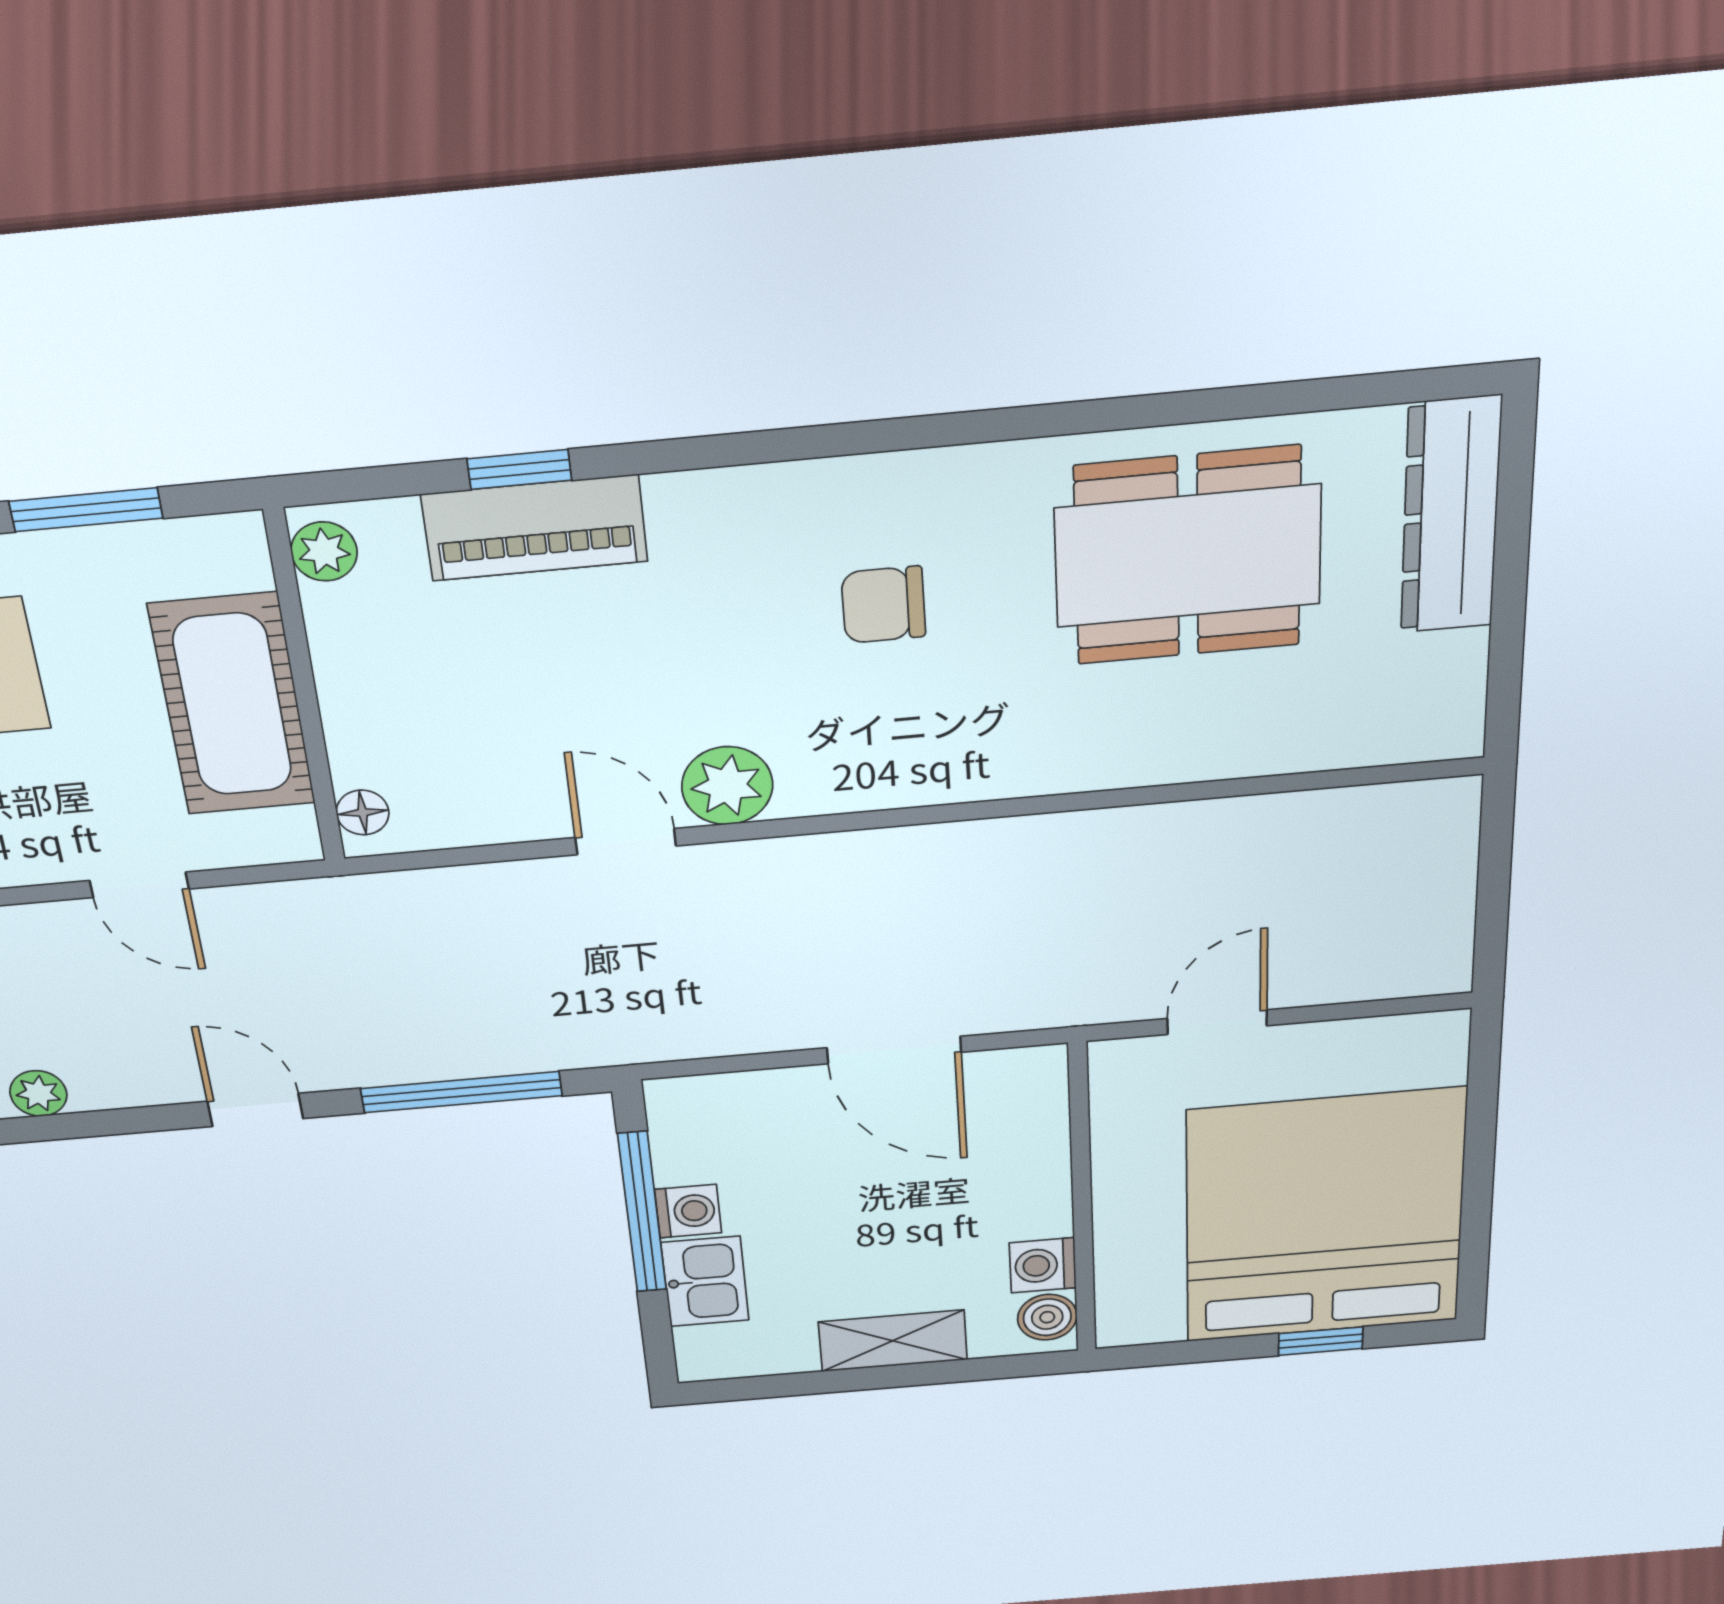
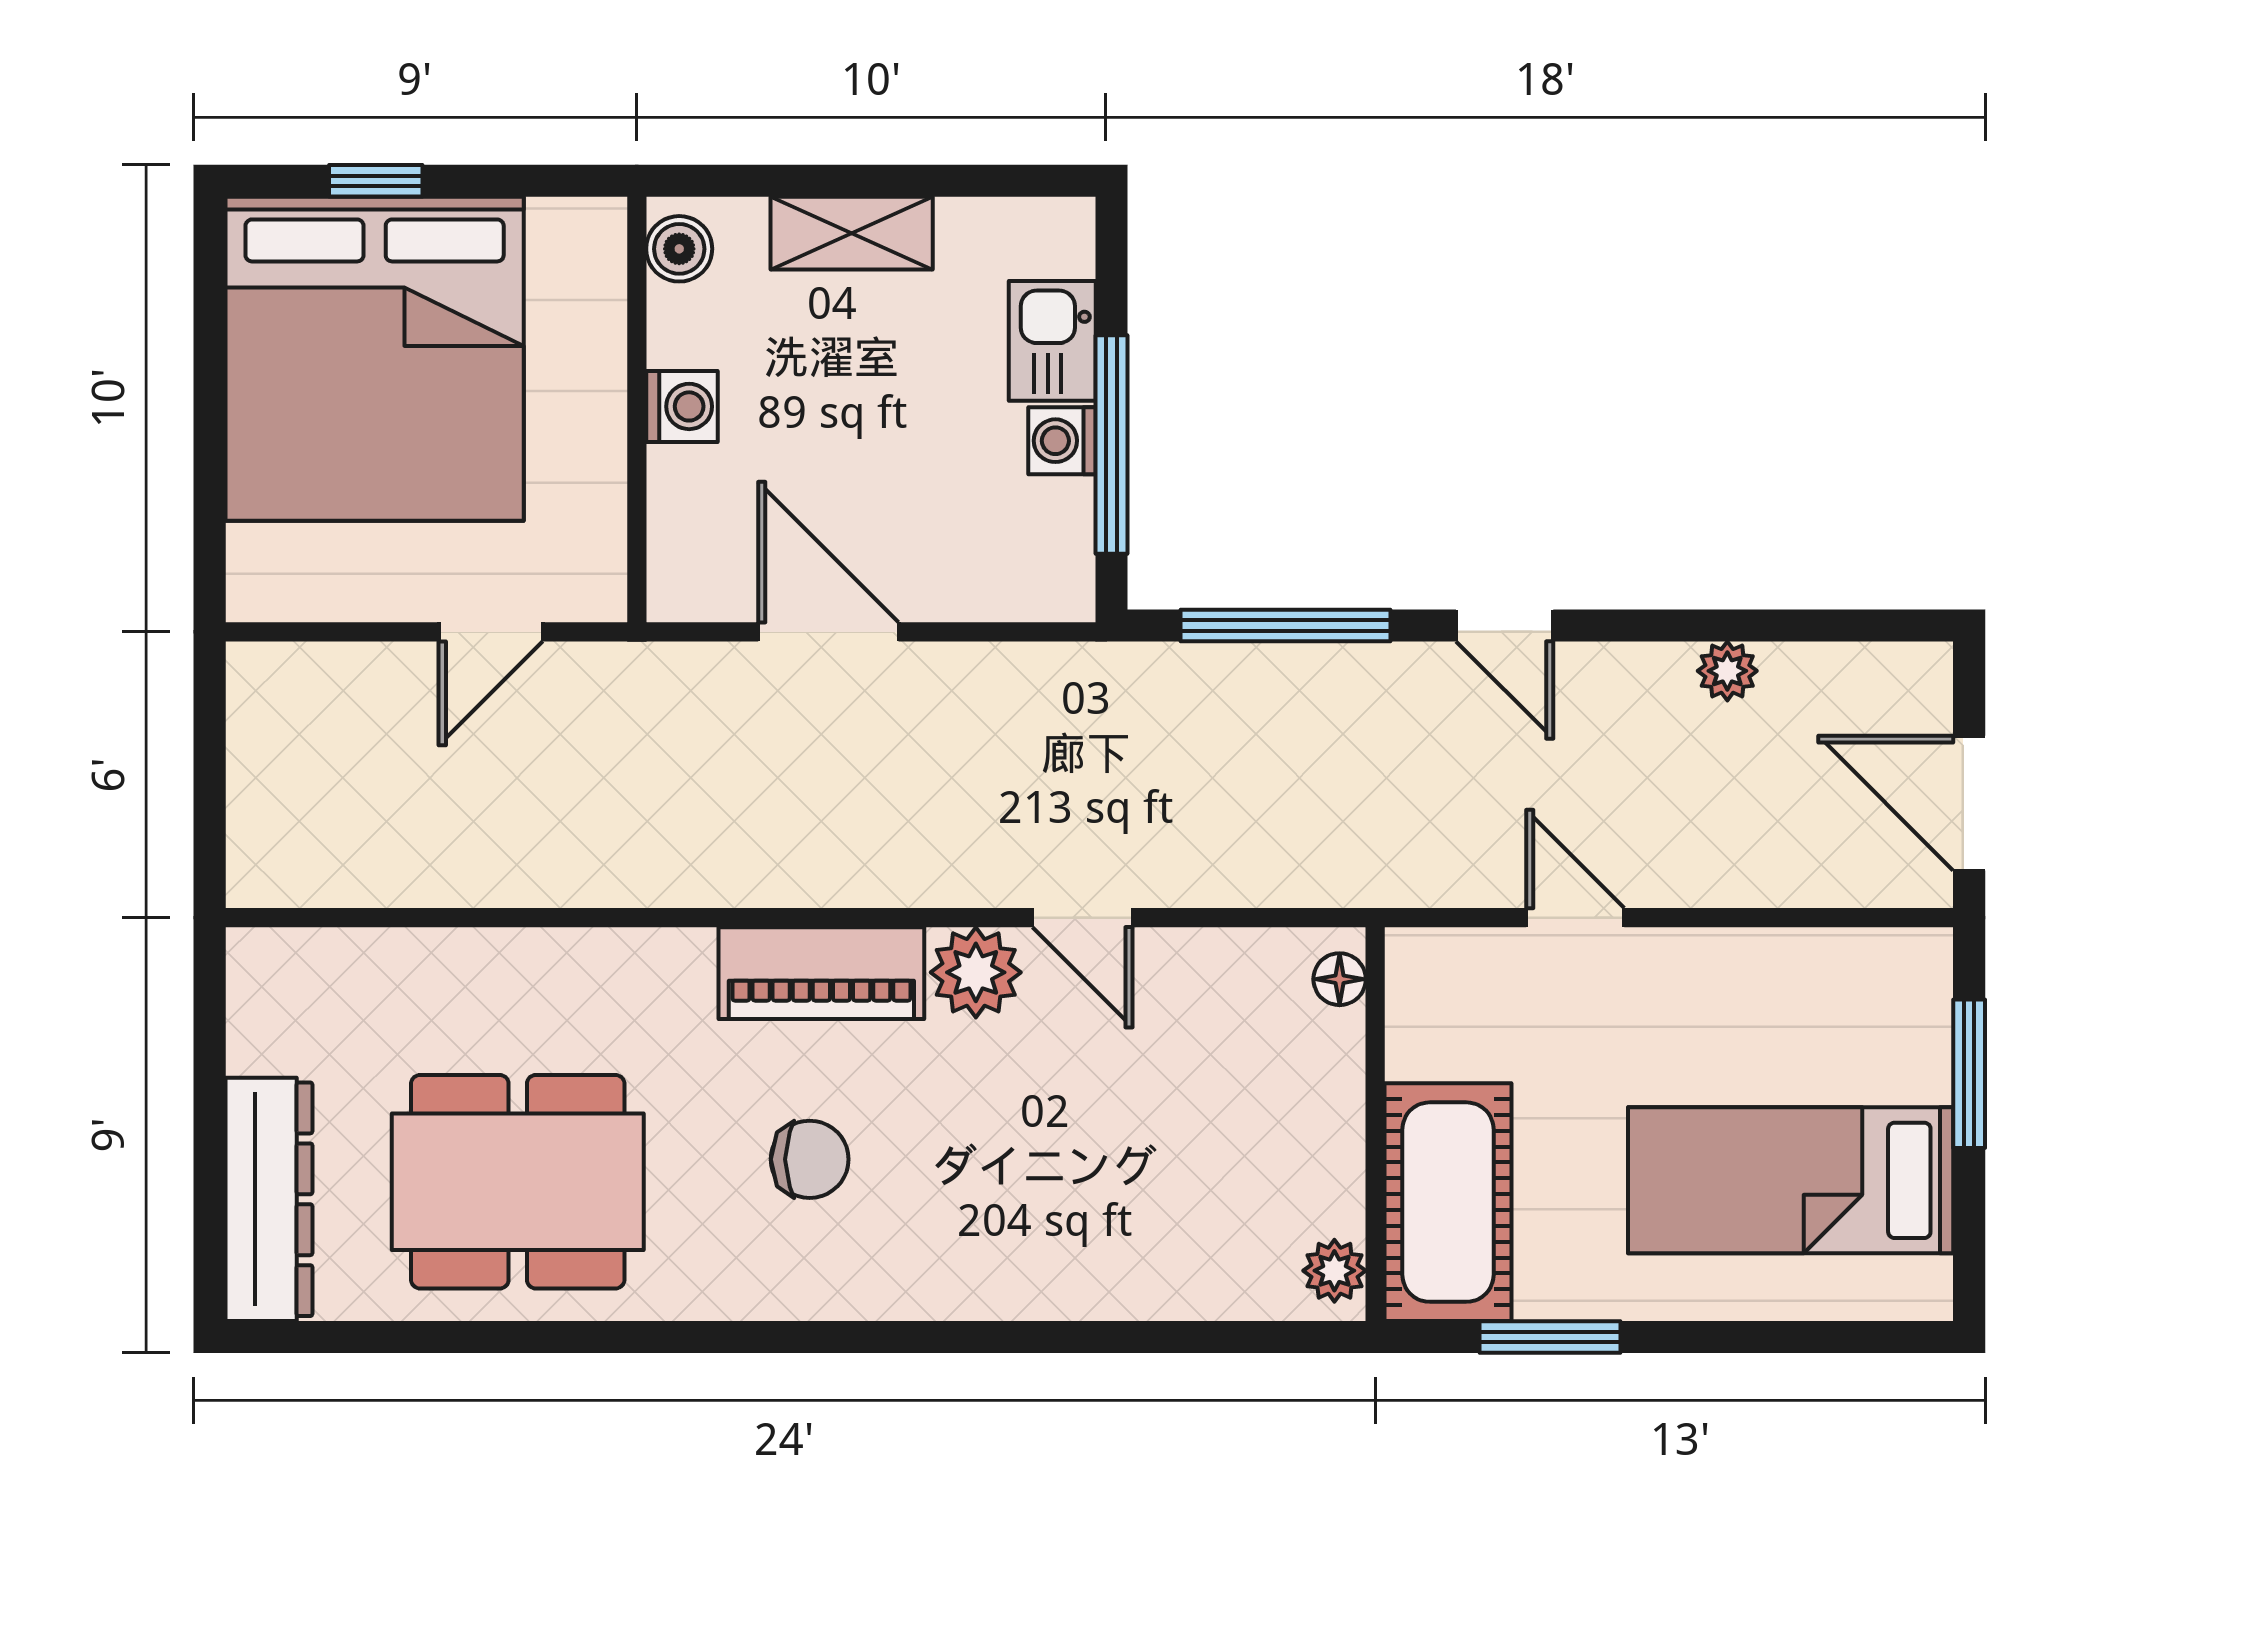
window: (519, 469) -> (1141, 1337), removed
piano: (535, 528) -> (821, 973), moved, turned 180
cot: (232, 705) -> (1448, 1202), moved
washing machine: (1043, 1265) -> (682, 406), moved

